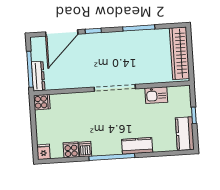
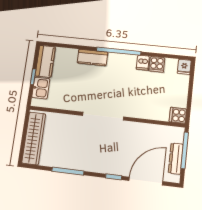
dresser: (38, 76) -> (176, 159), moved
kitchen sink: (156, 95) -> (41, 88), moved, turned 90

